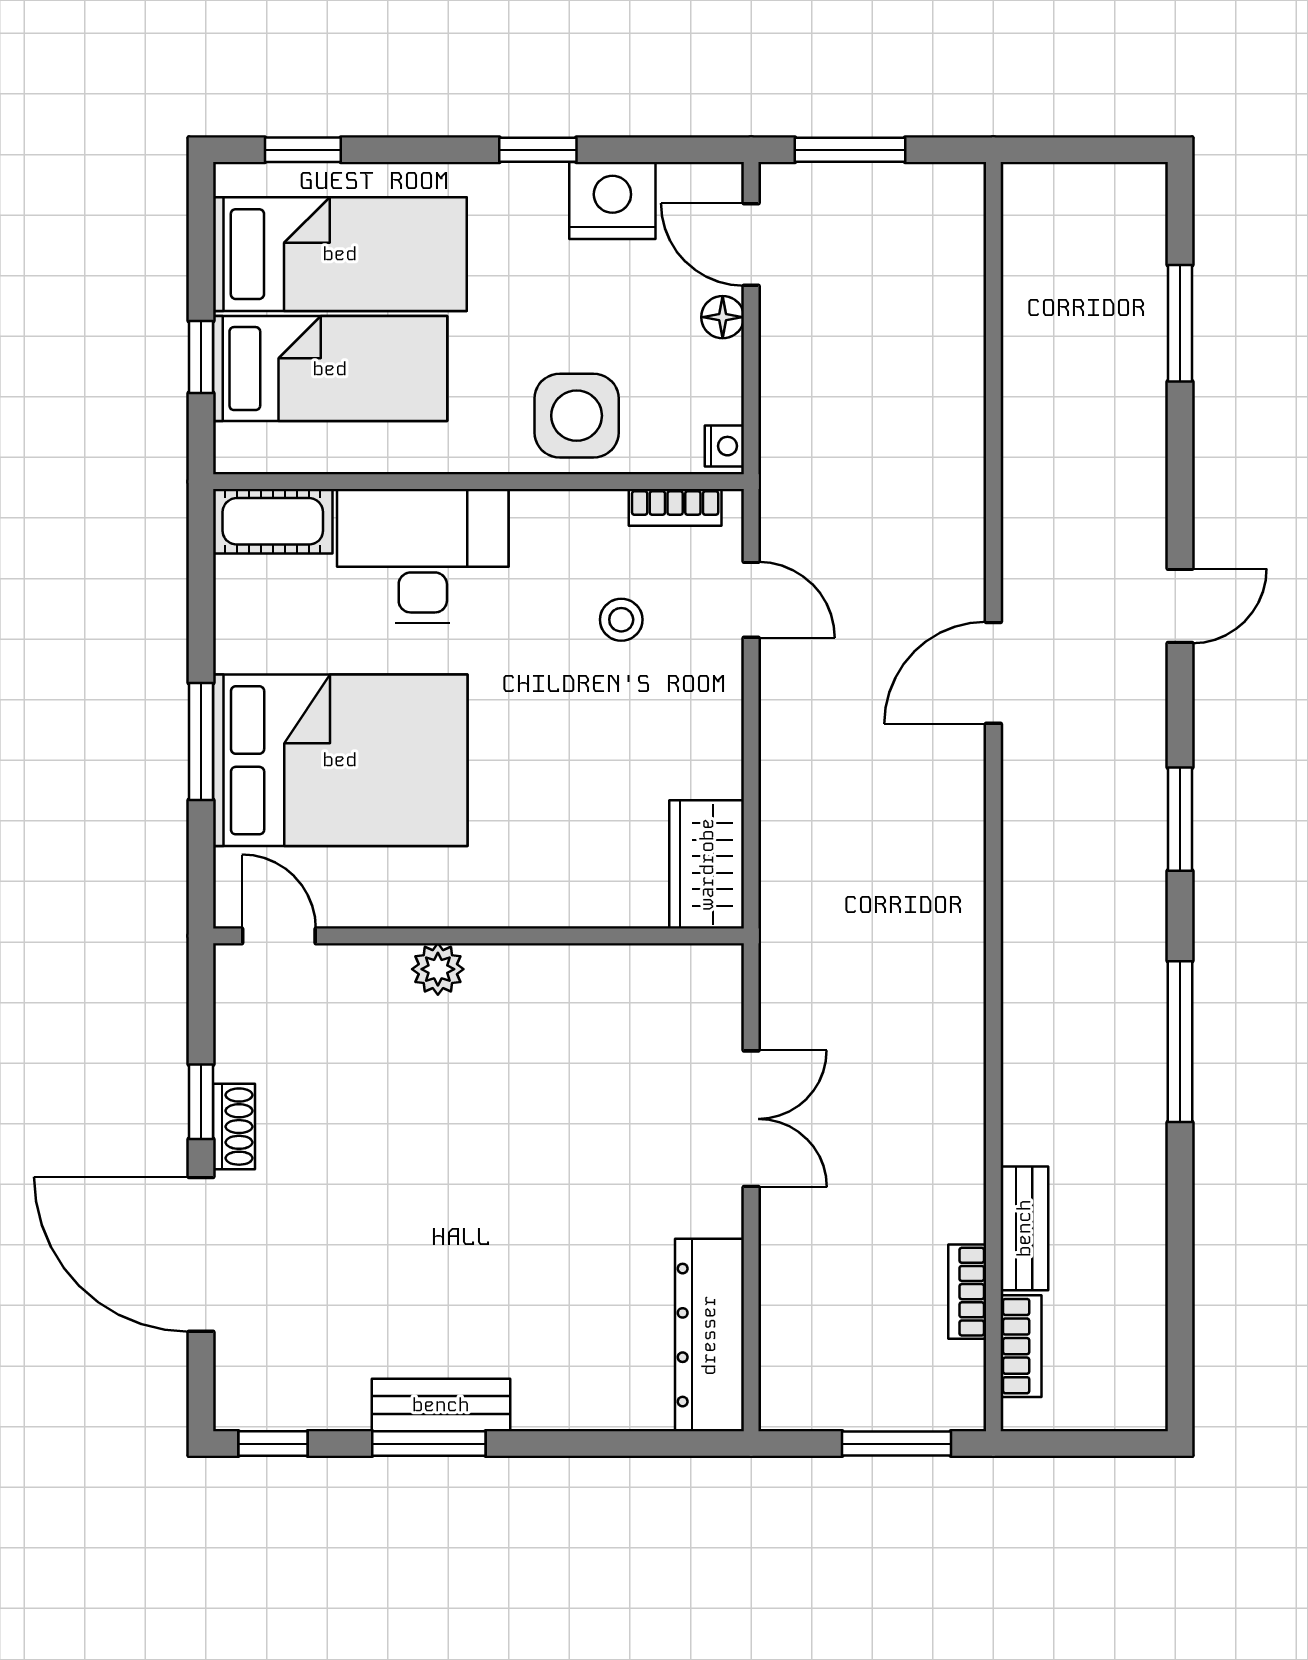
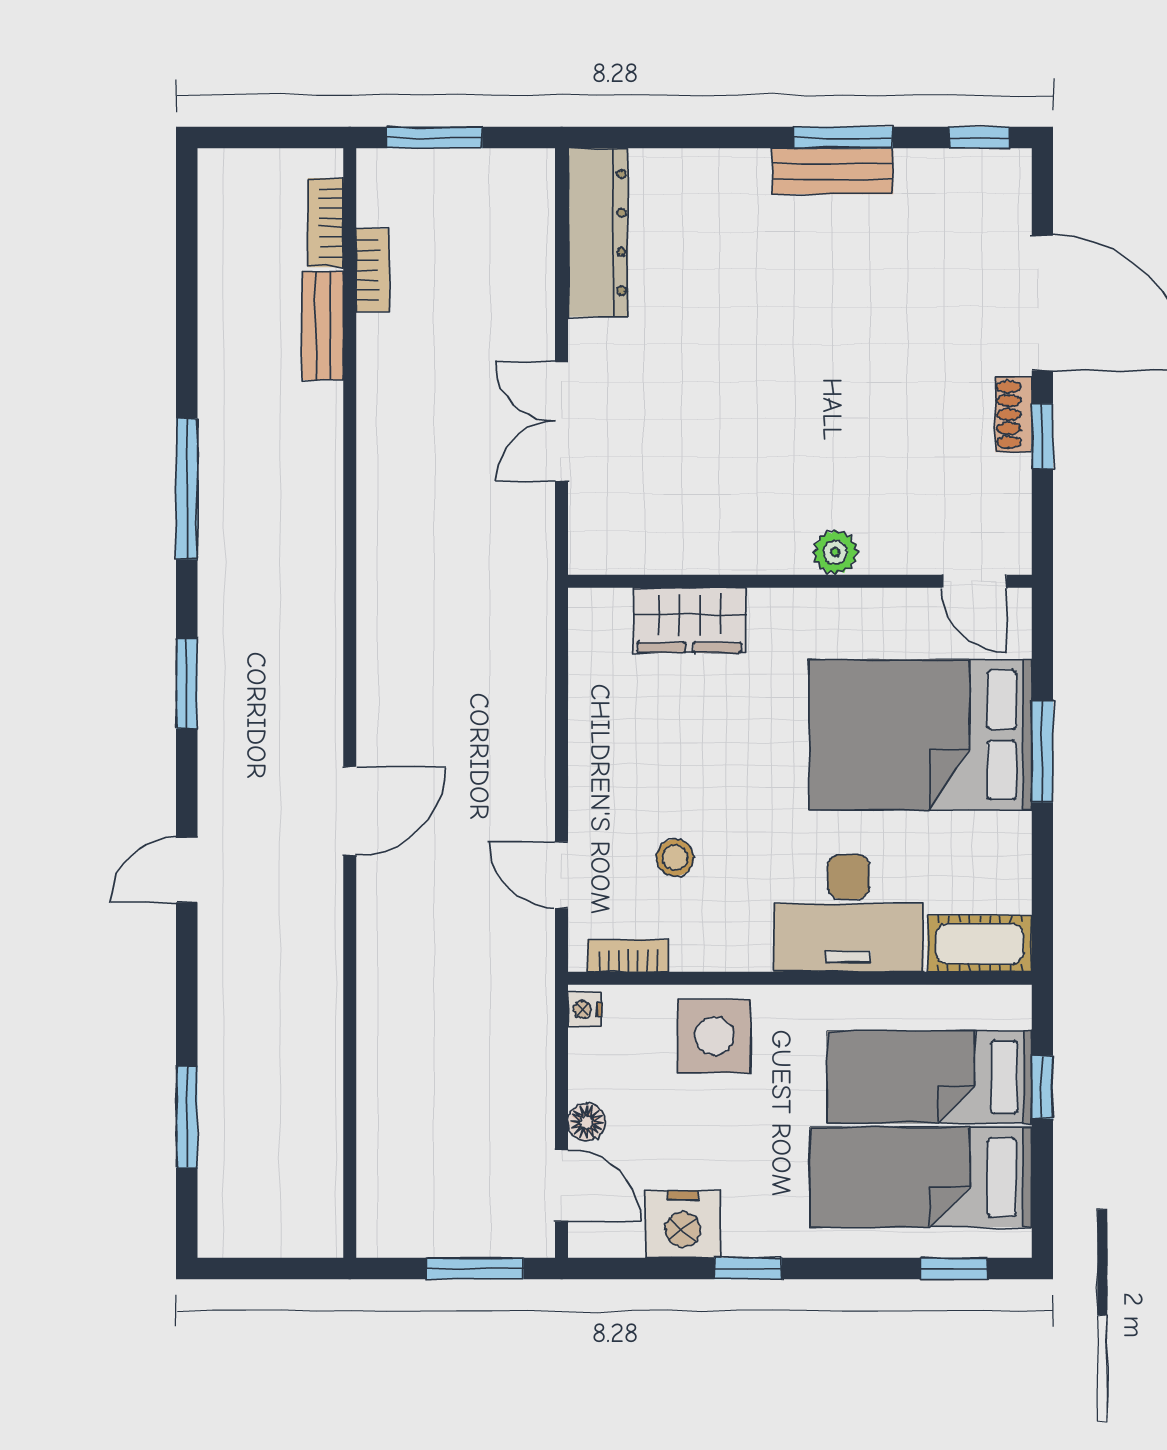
wardrobe: (707, 864) -> (689, 620), moved, turned 90

